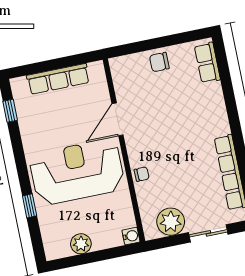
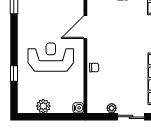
reception desk: (77, 172) -> (51, 57), width x0.74, depth x0.77
plant: (171, 222) -> (112, 108), width x0.53, depth x0.53

